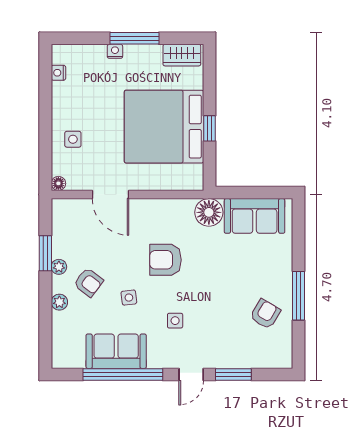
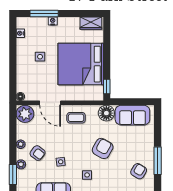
window: (135, 38) -> (44, 14), moved
window: (209, 128) -> (107, 87), moved
side table: (73, 139) -> (40, 57), moved
plant: (66, 214) -> (25, 114), added
coffee table: (156, 221) -> (76, 118), added
window: (45, 253) -> (13, 174), moved
armchair: (165, 260) -> (103, 148), moved, turned 119

